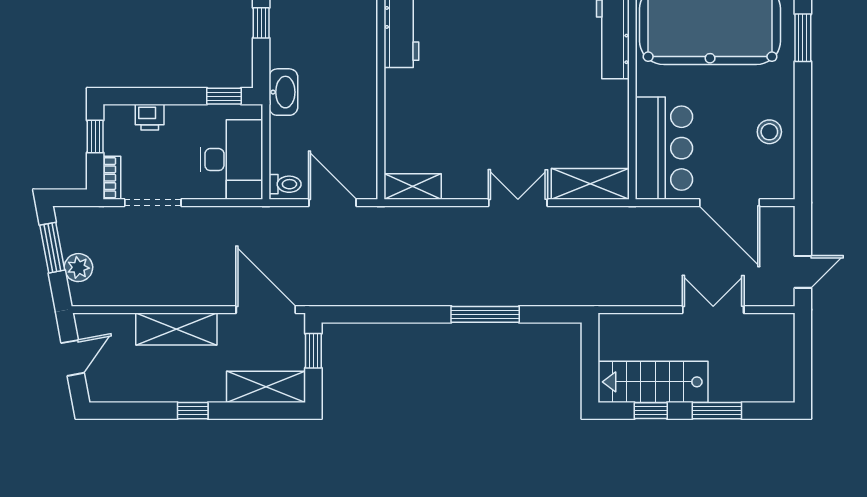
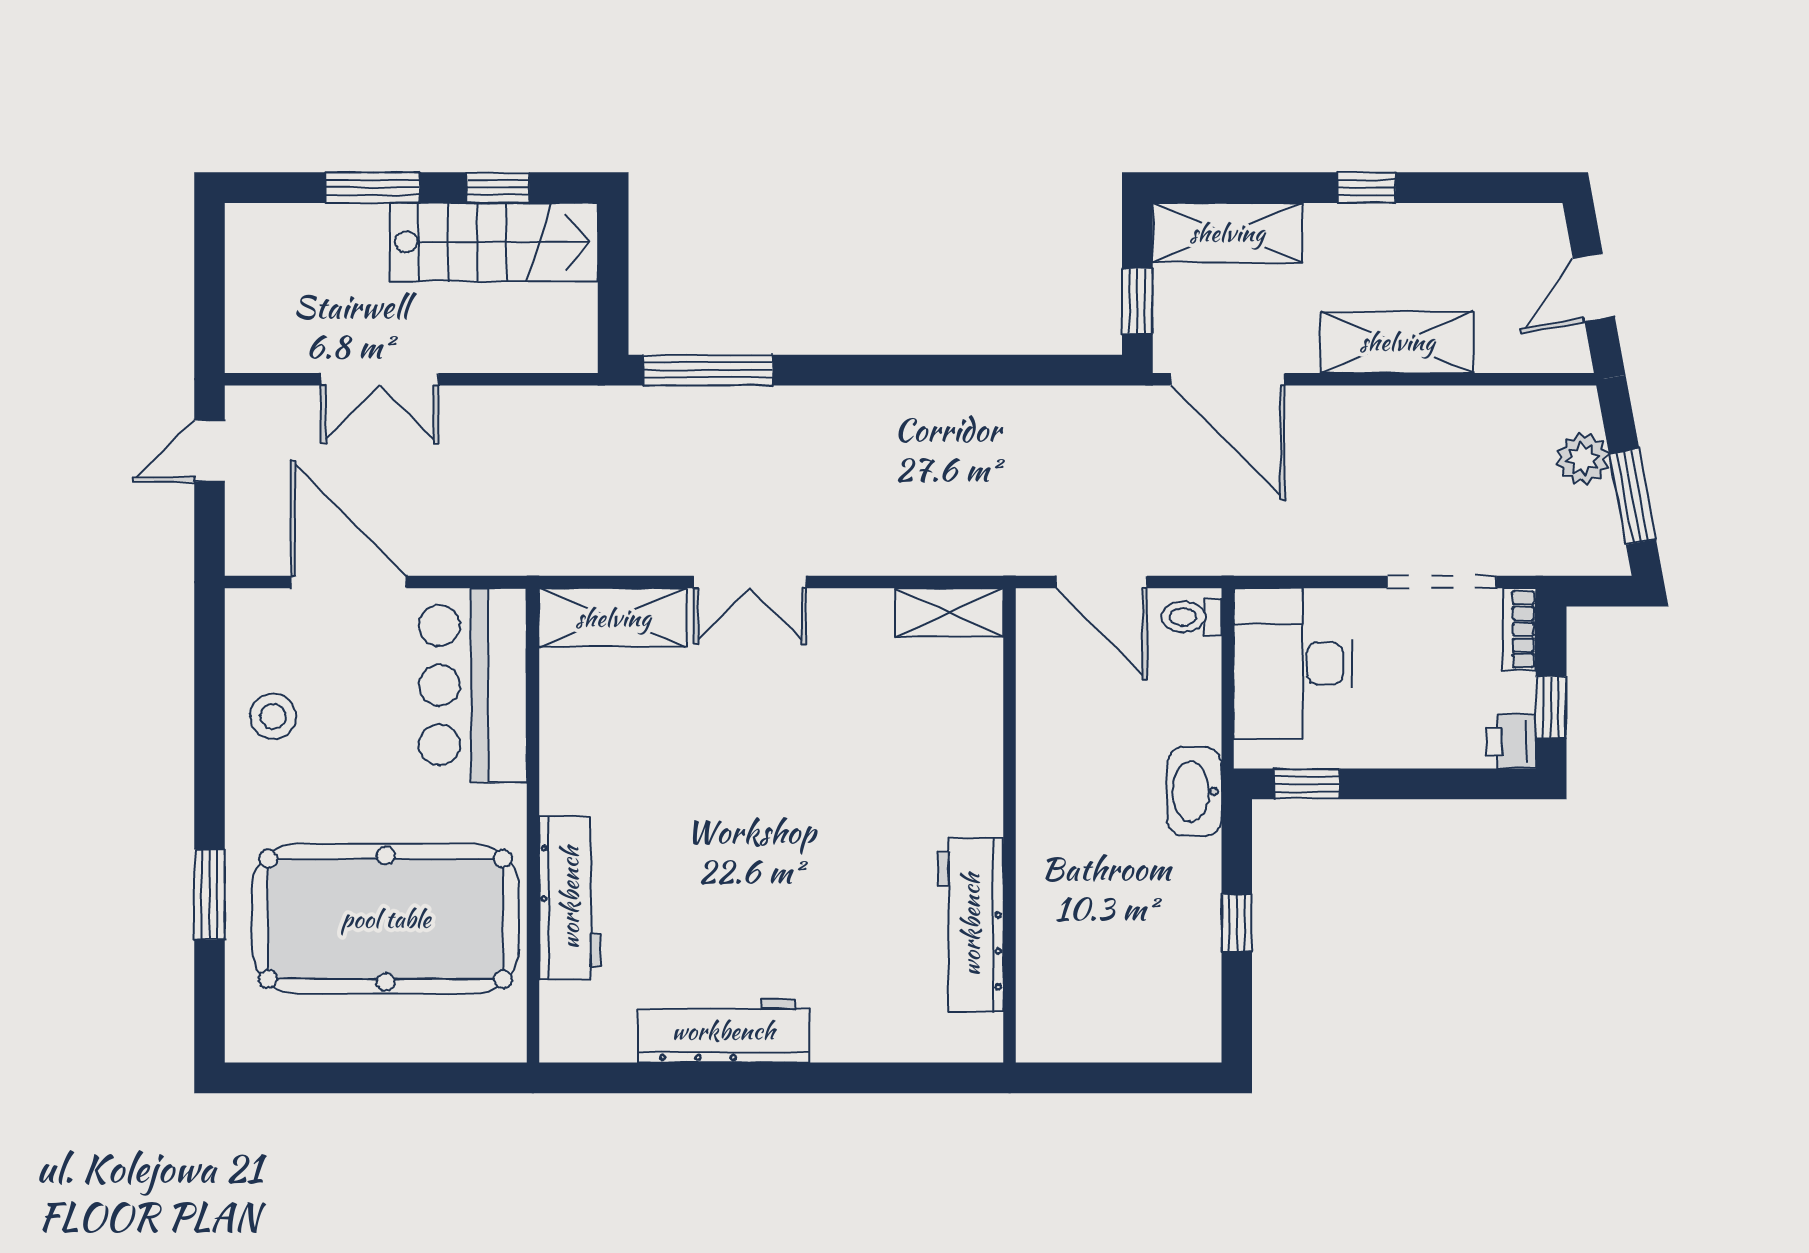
printer: (150, 117) -> (1511, 742), moved, turned -90
window: (485, 314) -> (708, 370), moved

